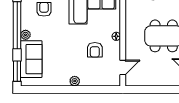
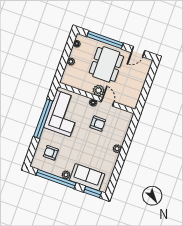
plant: (132, 38) -> (99, 90), added
door: (123, 67) -> (108, 102), moved

